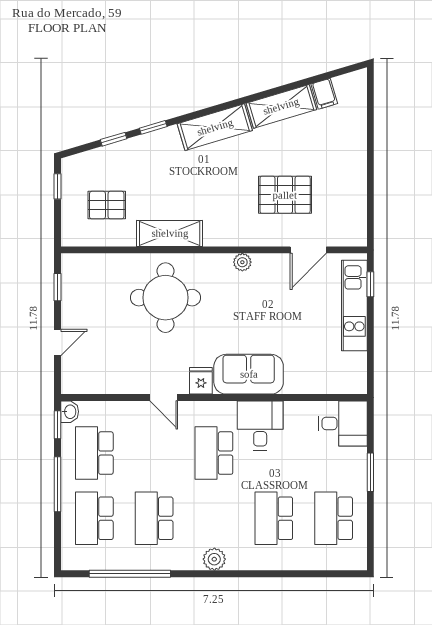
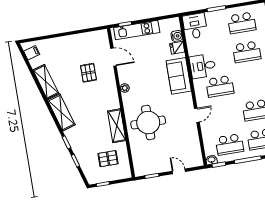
filing cabinet: (324, 94) -> (32, 53), moved
pallet: (285, 195) -> (88, 73), width x0.67, depth x0.71
pallet: (107, 205) -> (108, 159), turned 90
fridge: (201, 381) -> (177, 48), moved
water cooler: (329, 384) -> (177, 36), added

